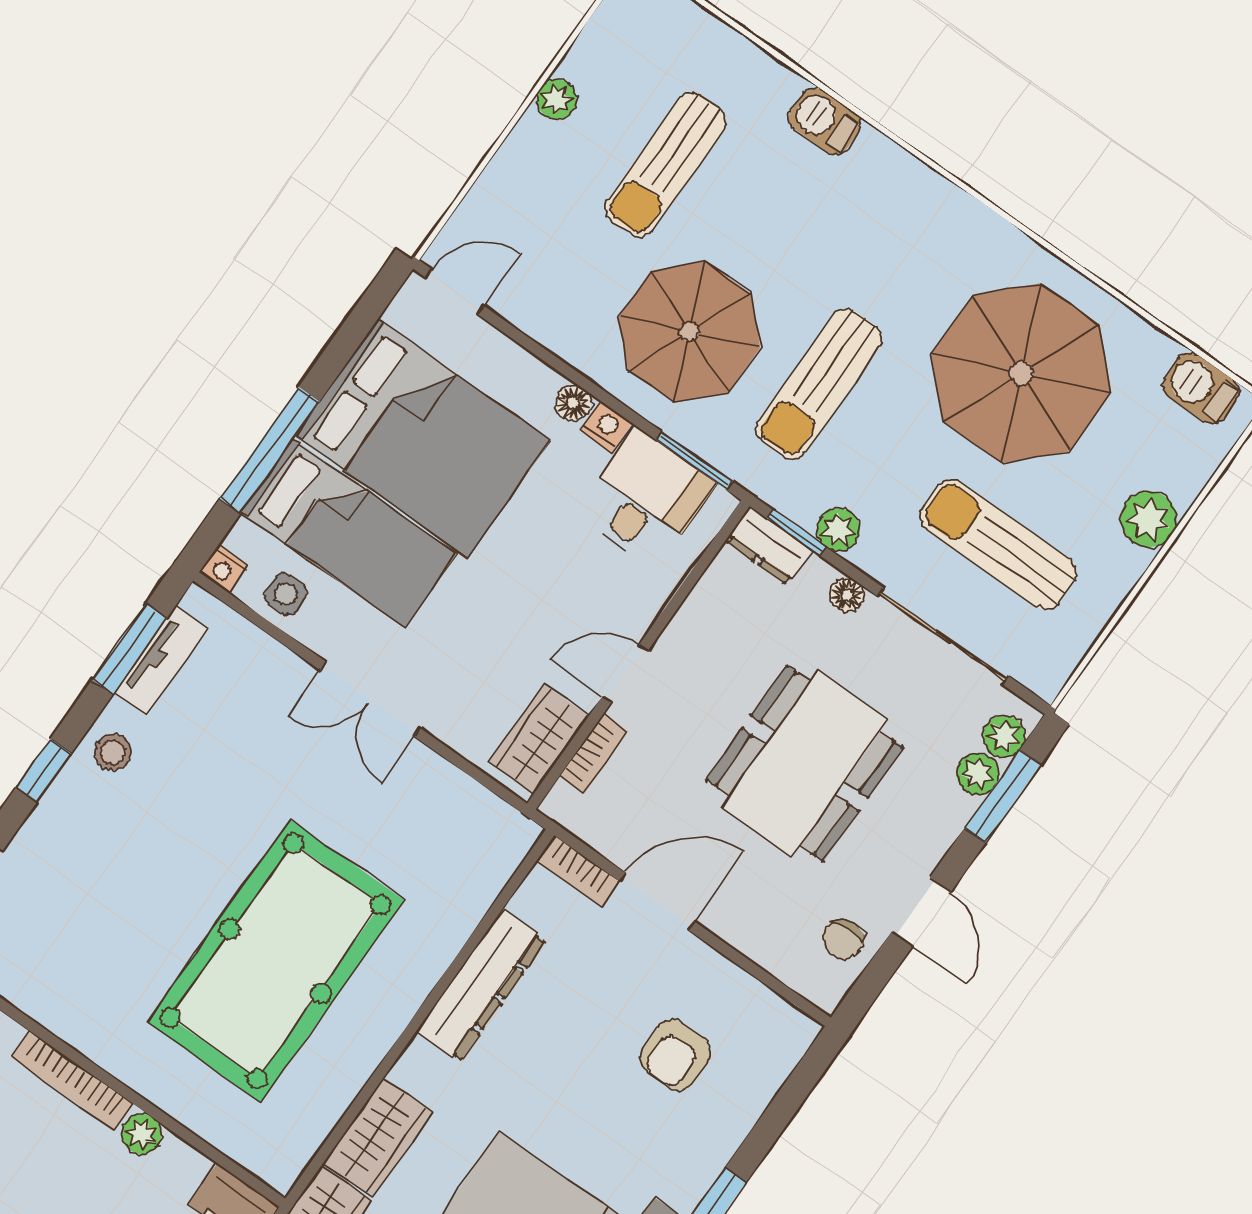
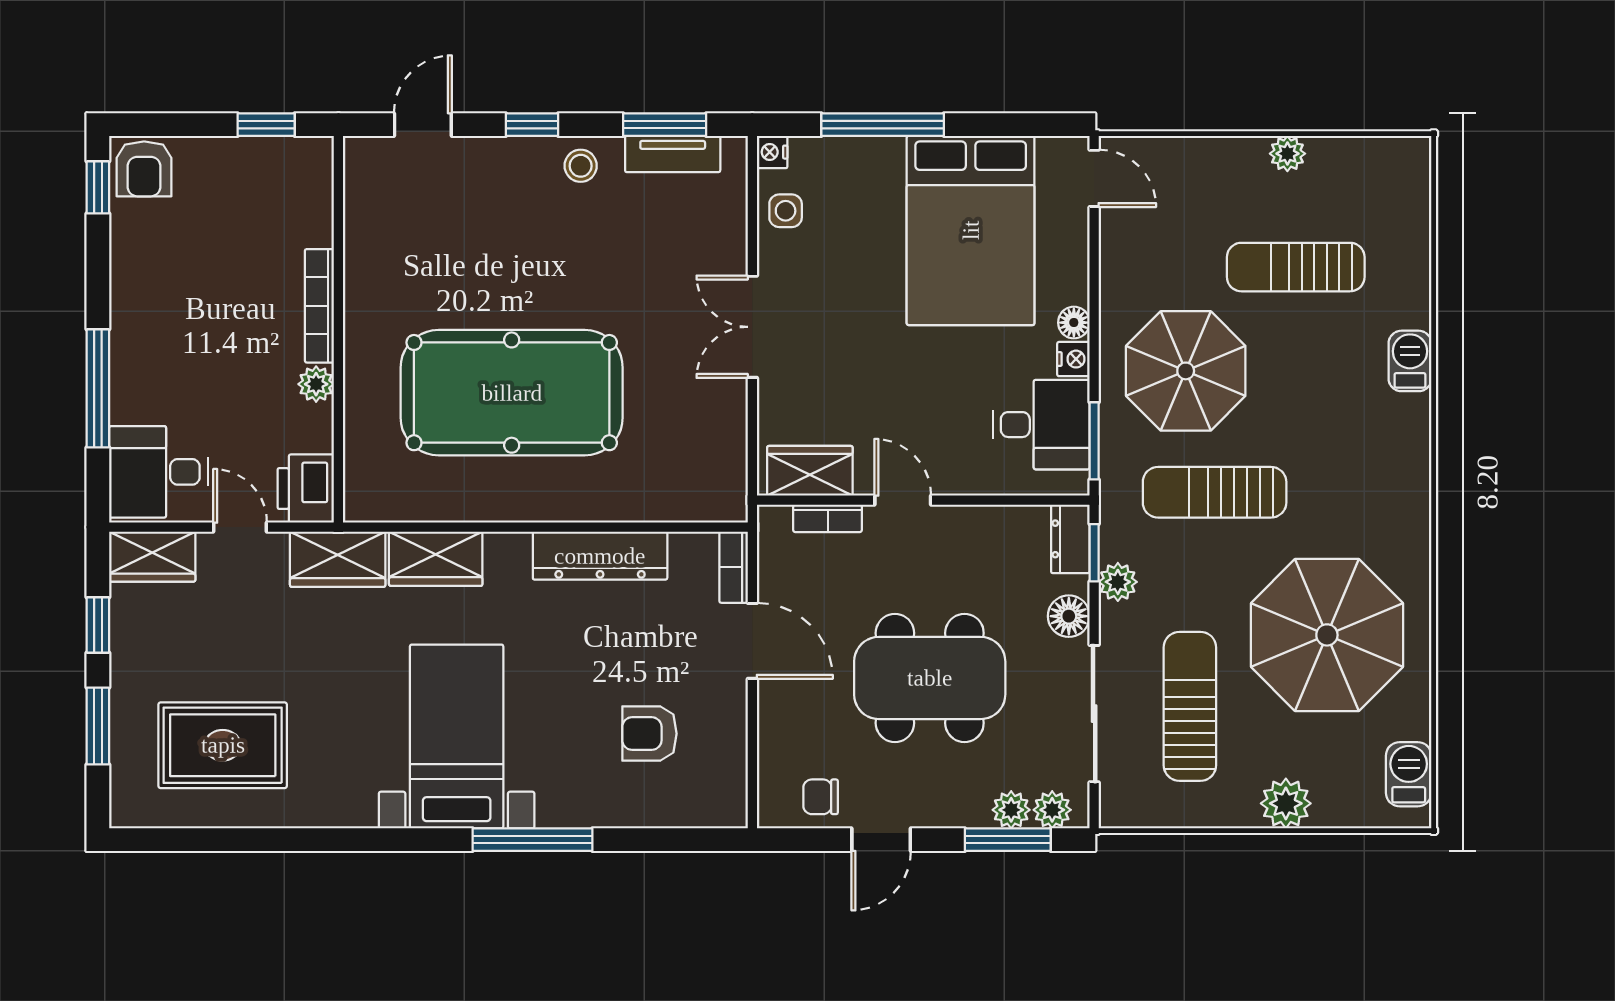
bed: (349, 533) -> (863, 225), removed
floor lamp: (847, 595) -> (1069, 616), width x1.37, depth x1.37

